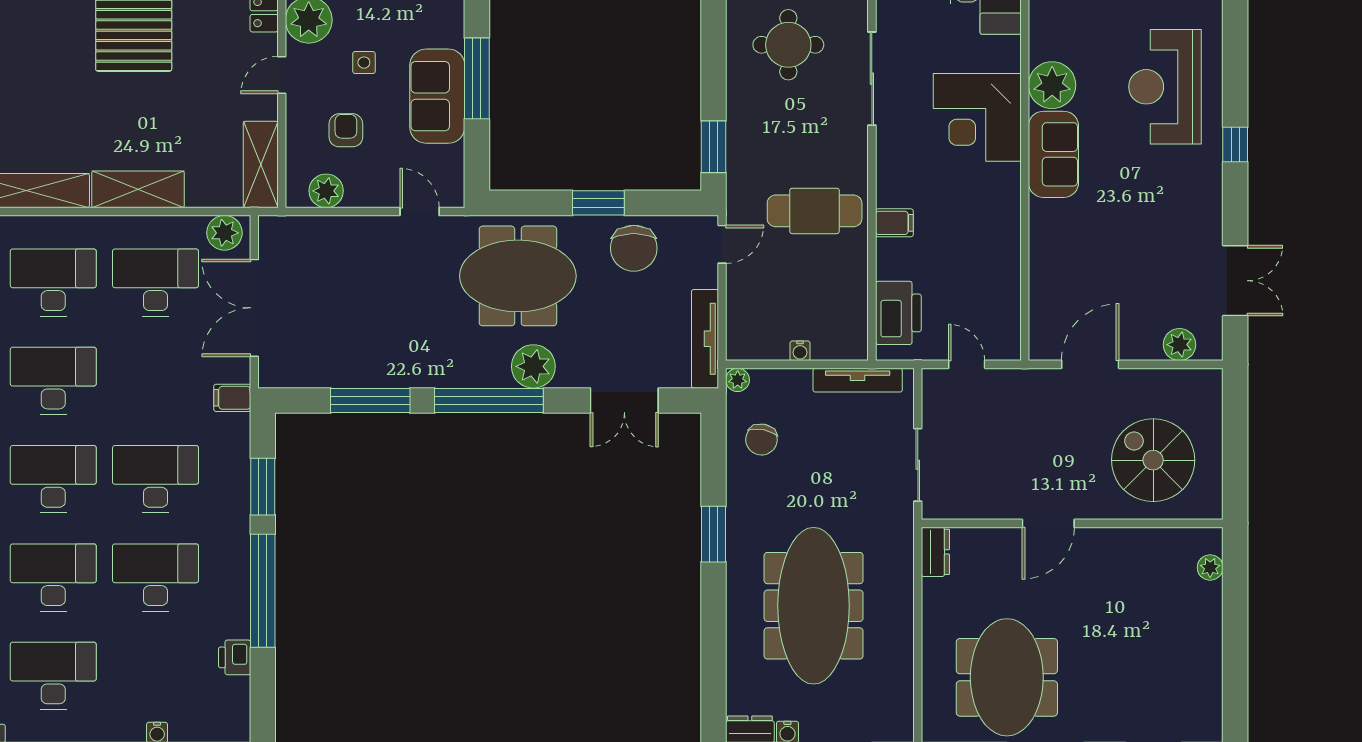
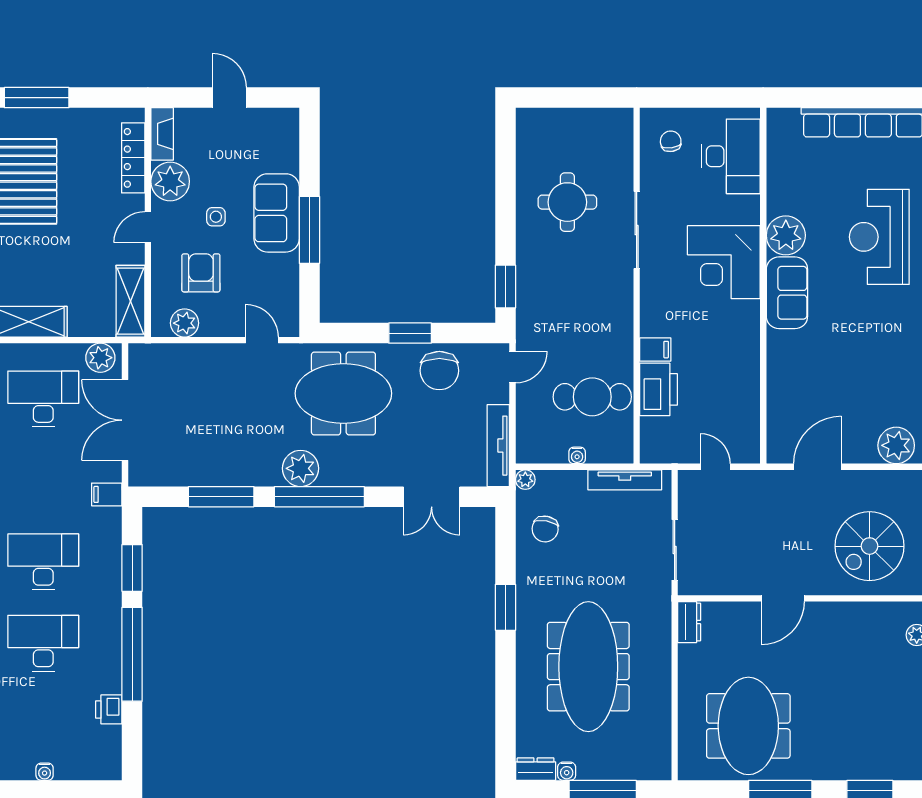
sofa: (437, 96) -> (277, 213), moved
armchair: (346, 130) -> (201, 273), width x1.38, depth x1.38
cafe table: (815, 211) -> (592, 397), moved
printer: (898, 313) -> (658, 389), moved
plant: (1179, 345) -> (896, 445), width x1.36, depth x1.36
plant: (533, 366) -> (301, 468), moved
spiral stairs: (1153, 460) -> (869, 546), turned -90

